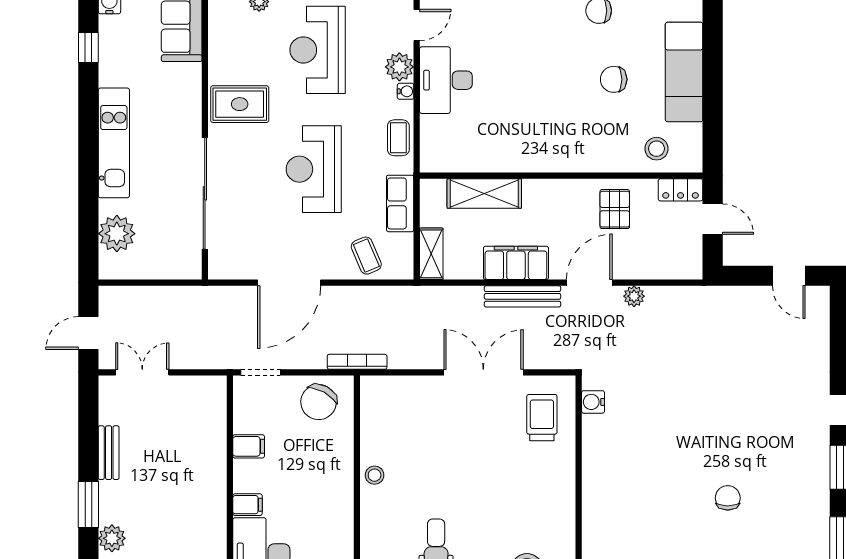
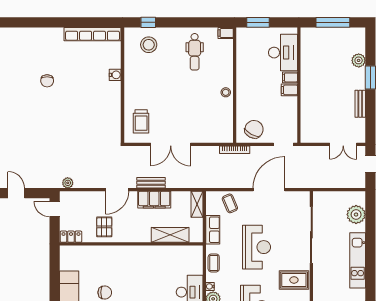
stool: (656, 149) -> (83, 257), removed
door: (713, 219) -> (55, 209), moved
bench: (522, 296) -> (151, 183), width x0.73
plant: (634, 296) -> (68, 183), moved
water cooler: (593, 402) -> (115, 75), moved
filing cabinet: (249, 446) -> (289, 90), moved

